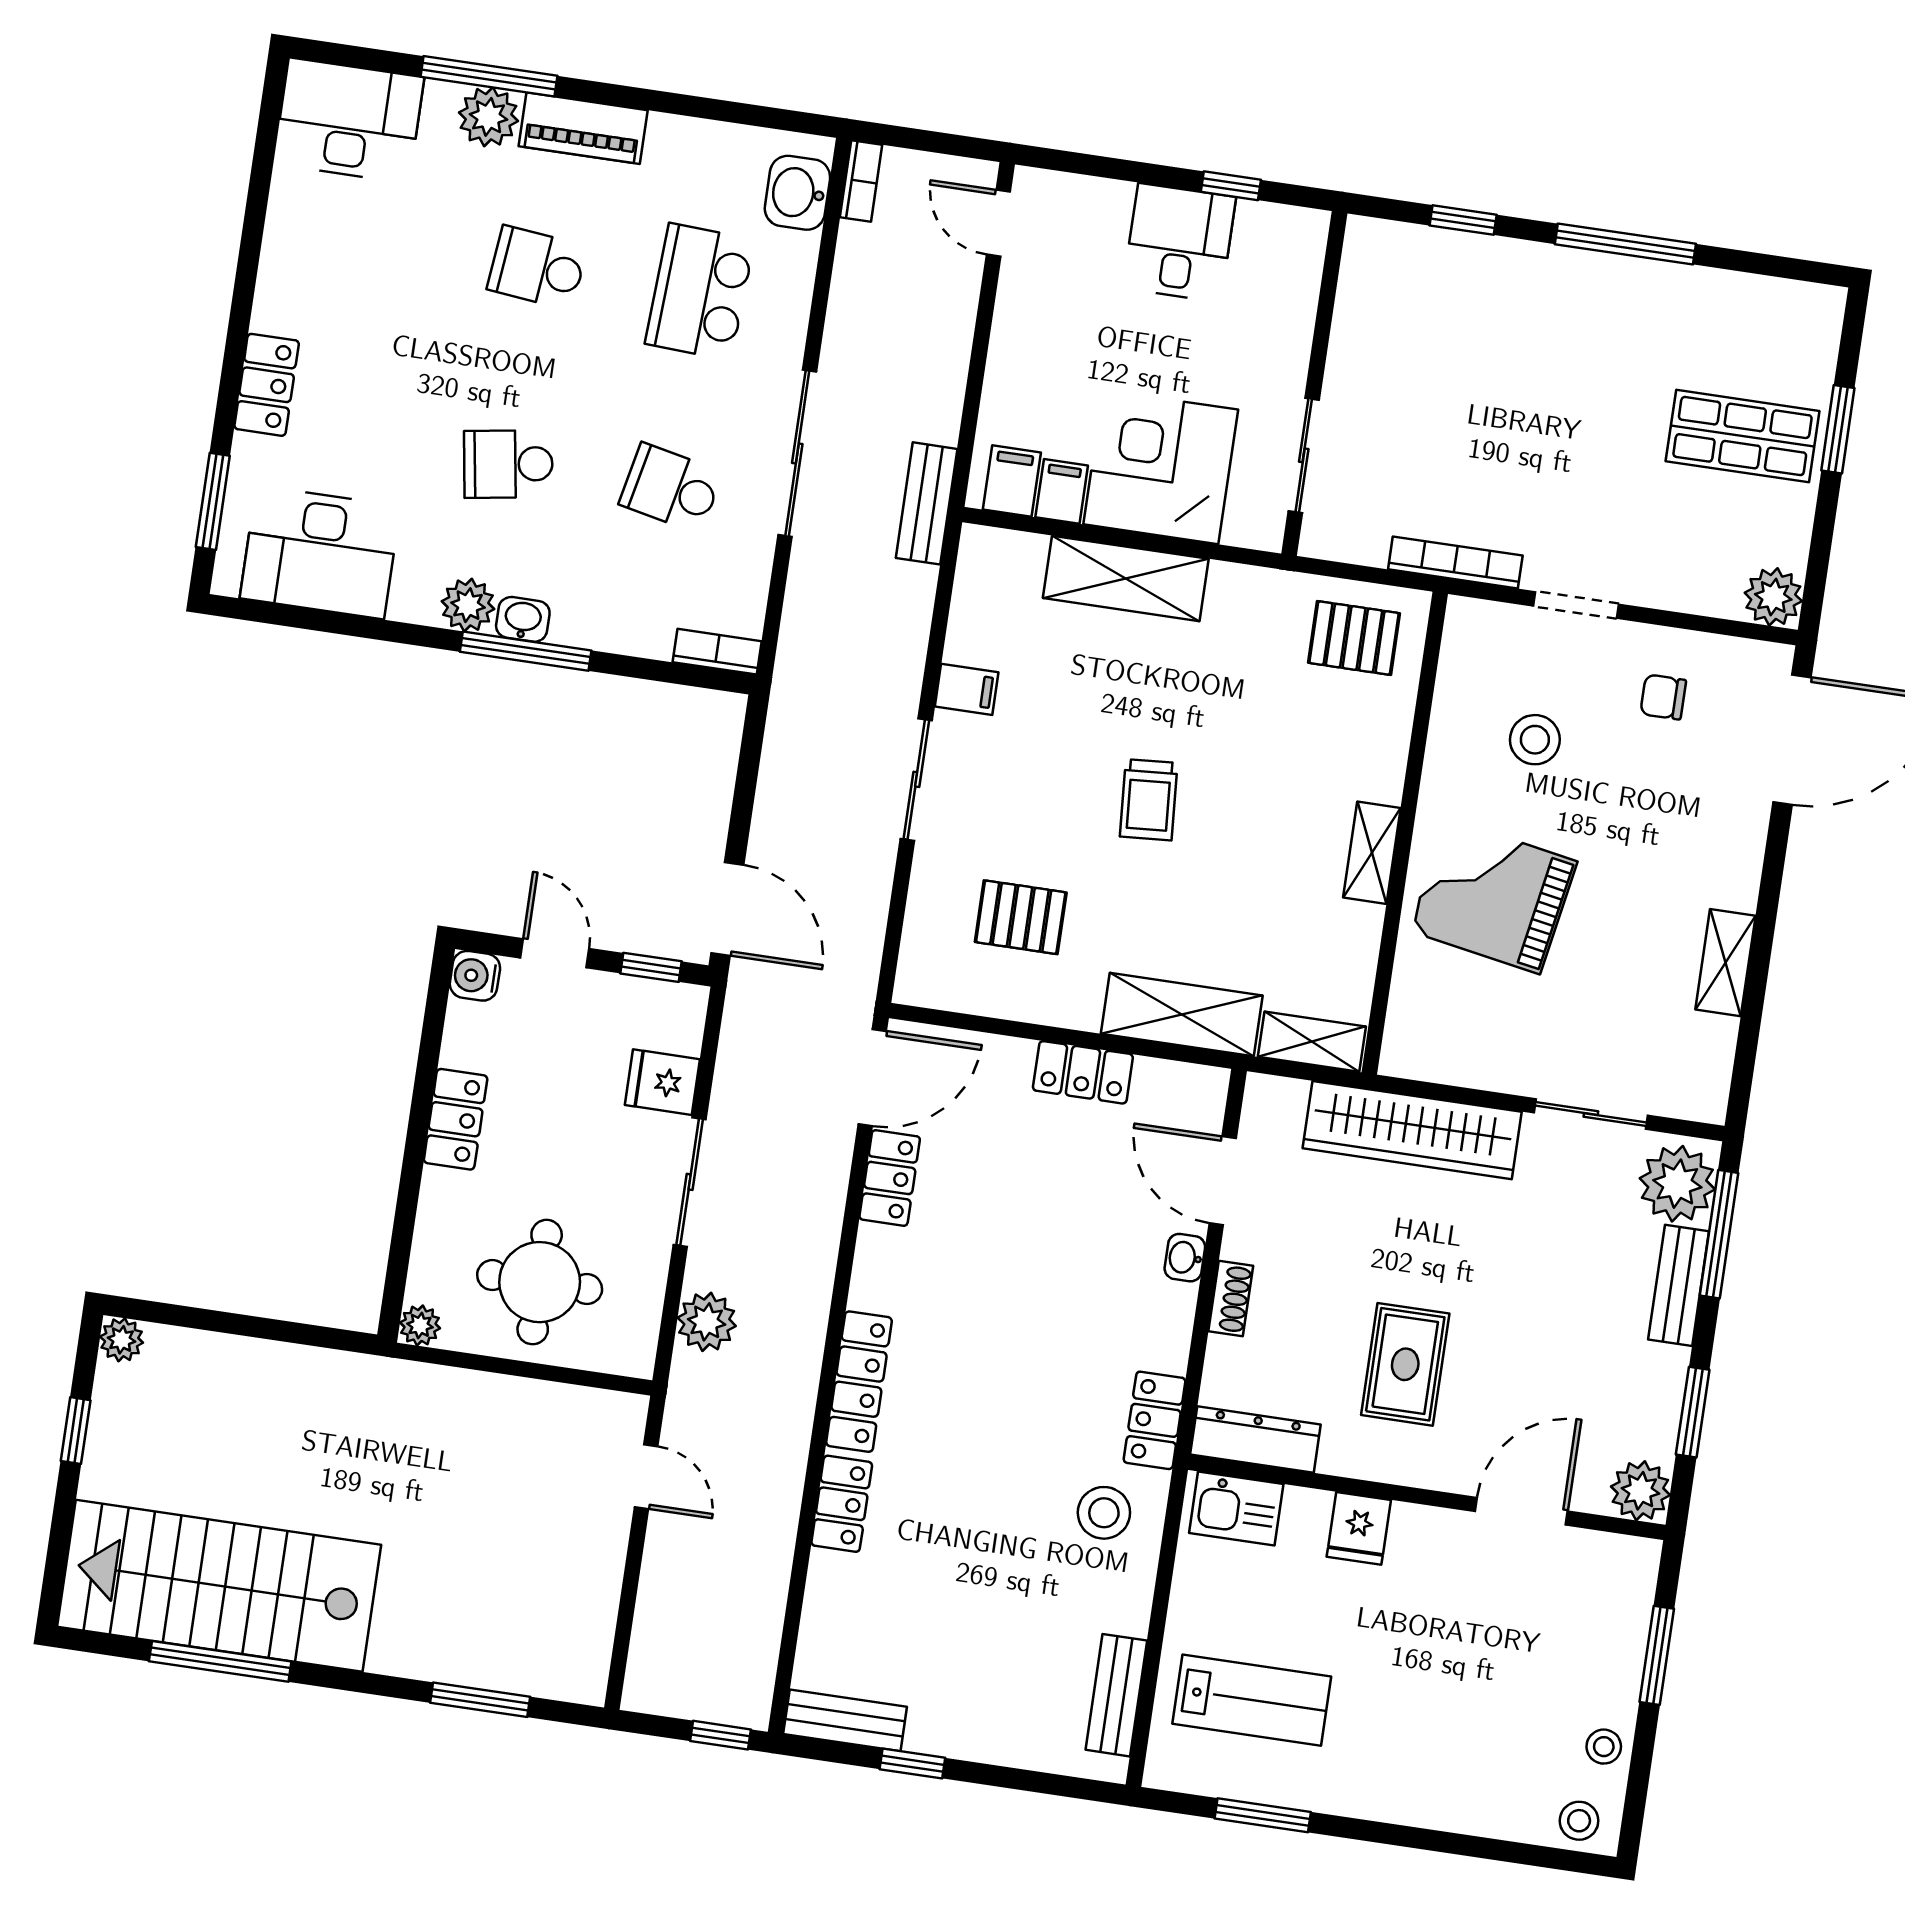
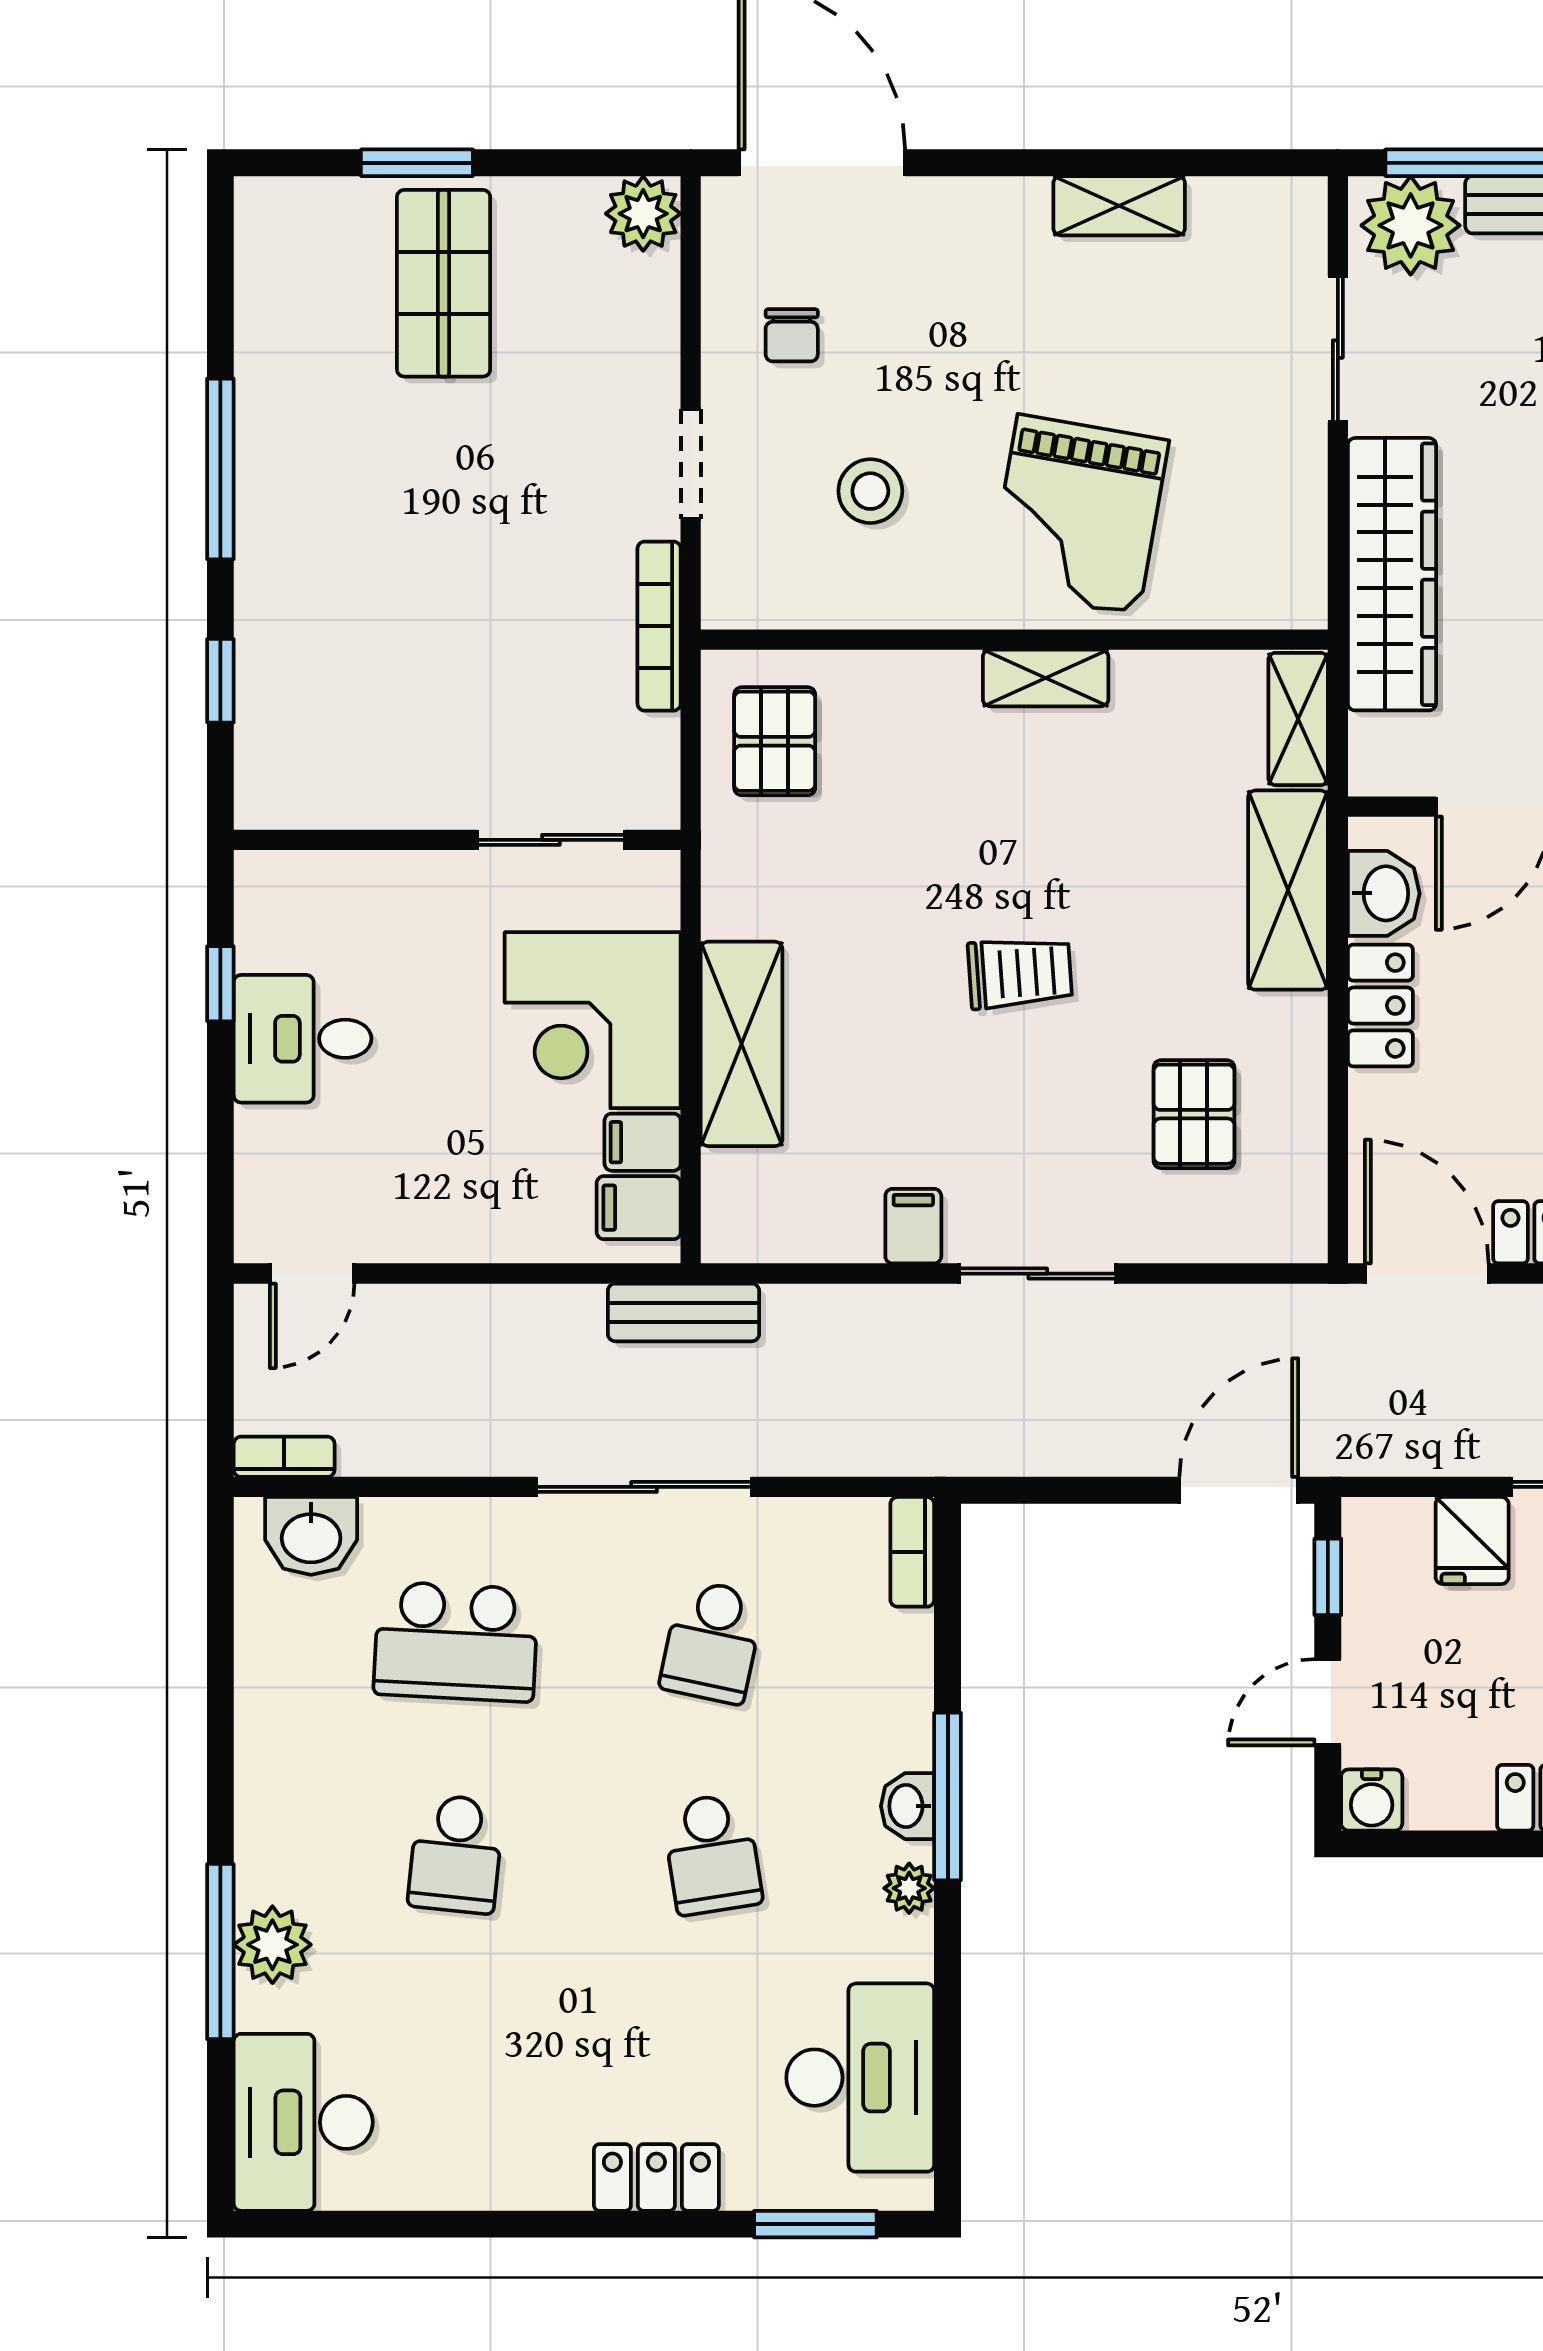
piano: (583, 128) -> (269, 1822), removed
plant: (468, 605) -> (909, 1888), width x0.73, depth x0.73
washbasin: (1168, 1088) -> (1384, 893), added

